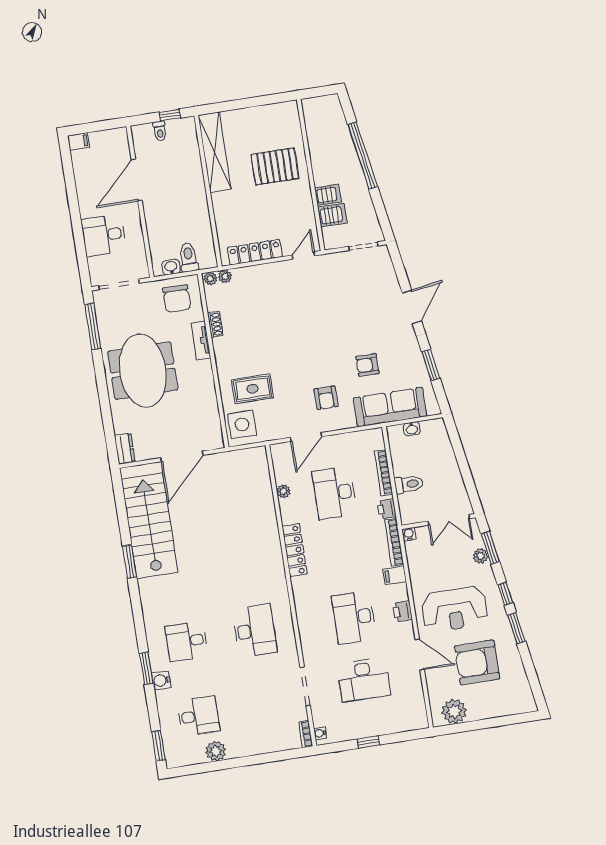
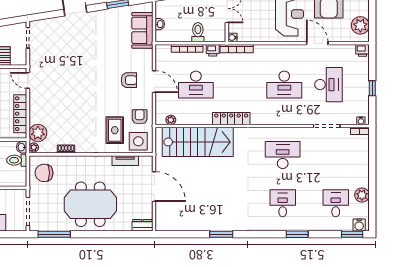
washbasin: (171, 267) -> (22, 147), moved
plant: (225, 276) -> (38, 133), width x1.88, depth x1.88
chair: (177, 299) -> (44, 173), turned 180
tv unit: (201, 341) -> (125, 161), moved
armchair: (367, 365) -> (140, 117), moved, turned 180
sofa: (390, 407) -> (142, 30), width x0.73
door: (306, 437) -> (154, 82), moved
plant: (283, 491) -> (171, 120), moved
stairs: (150, 526) -> (198, 142), moved, turned 180
filing cabinet: (395, 575) -> (260, 52), removed
printer: (402, 611) -> (363, 50), moved
desk: (187, 641) -> (283, 203), turned 180
door: (420, 655) -> (317, 43), hinge flipped
water cooler: (161, 680) -> (359, 225), moved

